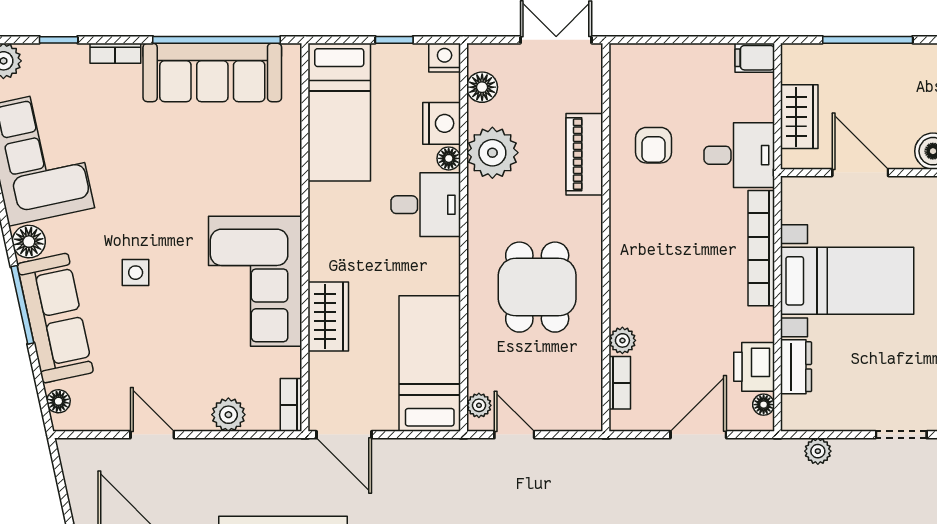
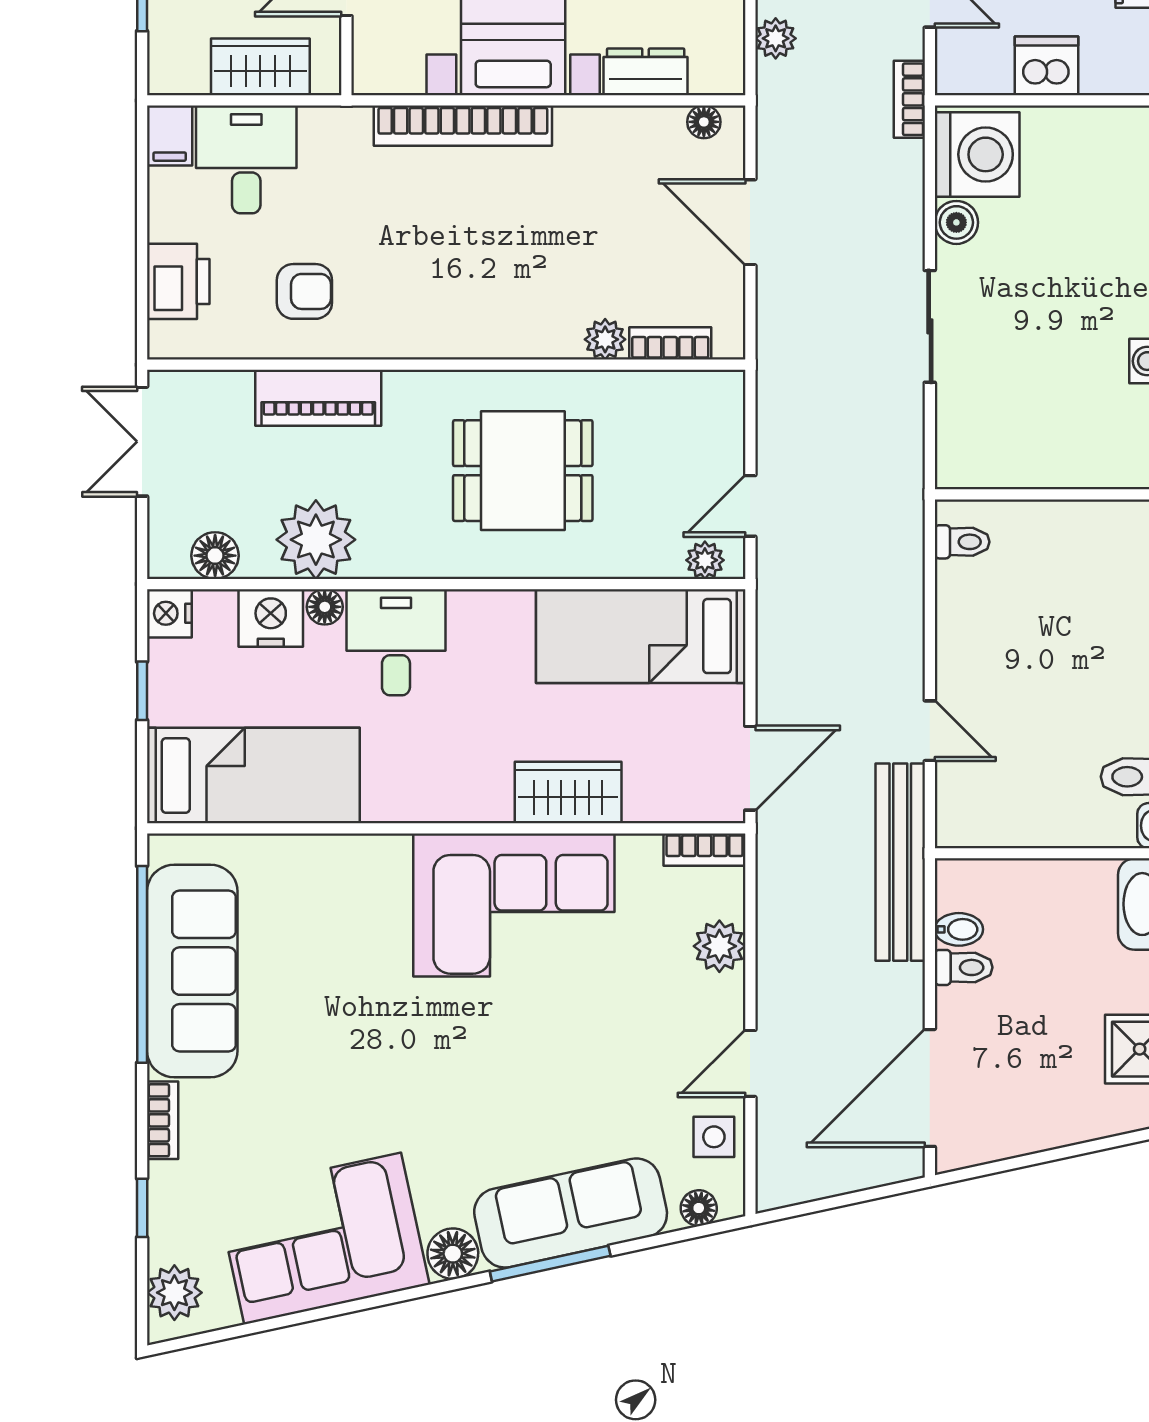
desk: (739, 155) -> (246, 159), moved
side table: (136, 273) -> (714, 1137), moved
printer: (754, 367) -> (178, 281), moved, turned -90

